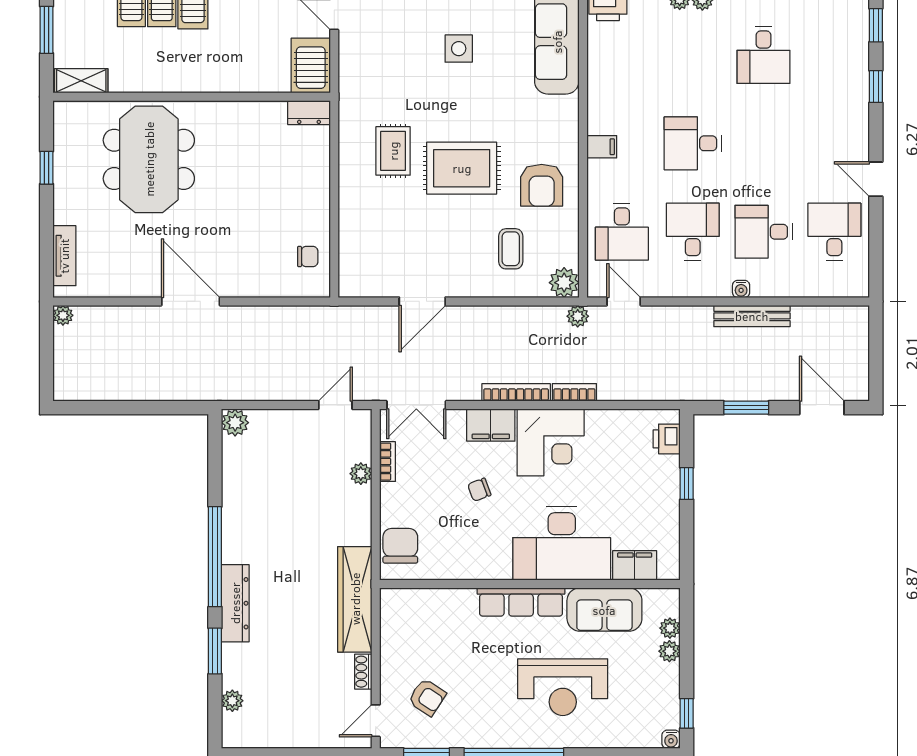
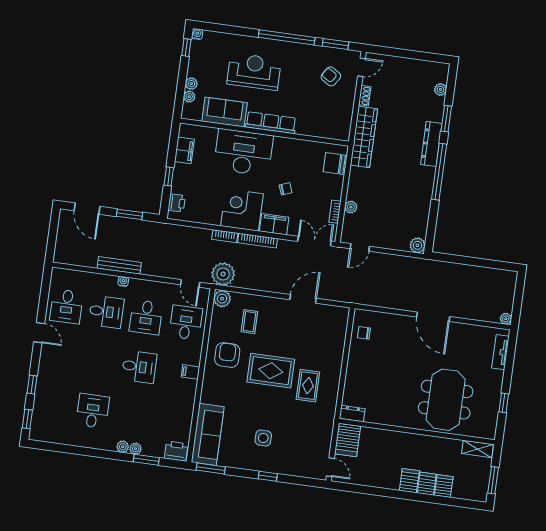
plant: (578, 316) -> (223, 274), width x1.88, depth x1.88
chair: (400, 546) -> (334, 163), turned 90
filing cabinet: (635, 565) -> (184, 150), moved, turned -90

